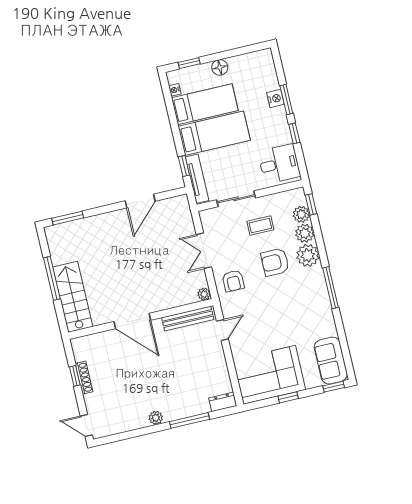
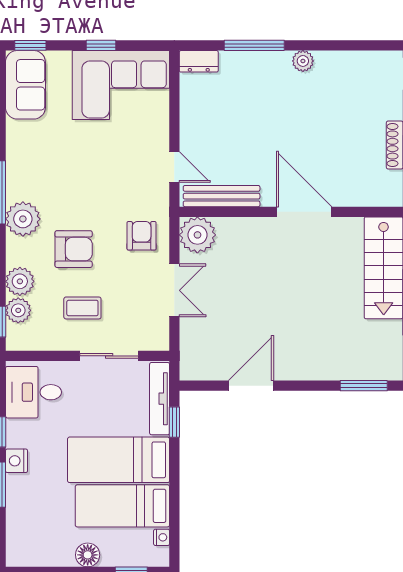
nightstand: (275, 98) -> (16, 461), moved
plant: (308, 255) -> (23, 219), moved
plant: (204, 294) -> (197, 235), width x1.88, depth x1.88
door: (222, 330) -> (174, 167), swing flipped

